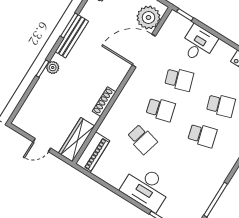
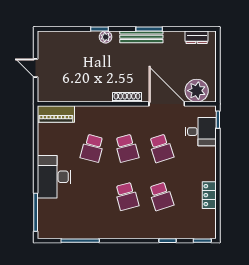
desk: (198, 44) -> (201, 132), moved
shoe rack: (104, 102) -> (127, 97), moved
wardrobe: (77, 140) -> (58, 94), removed

